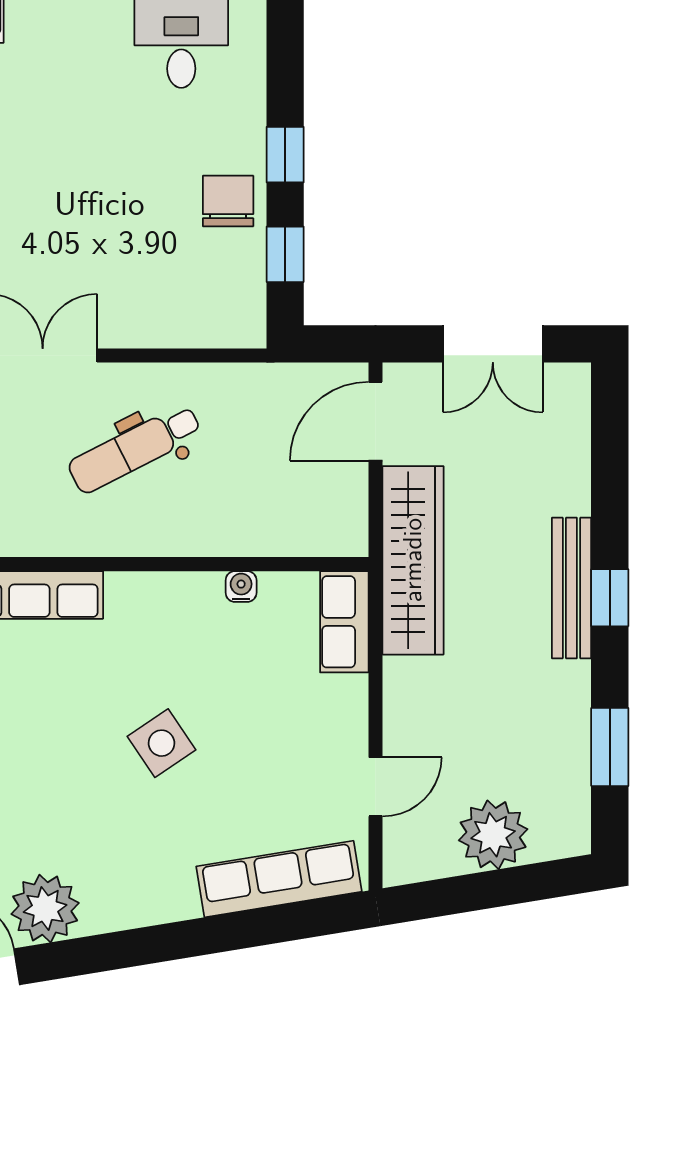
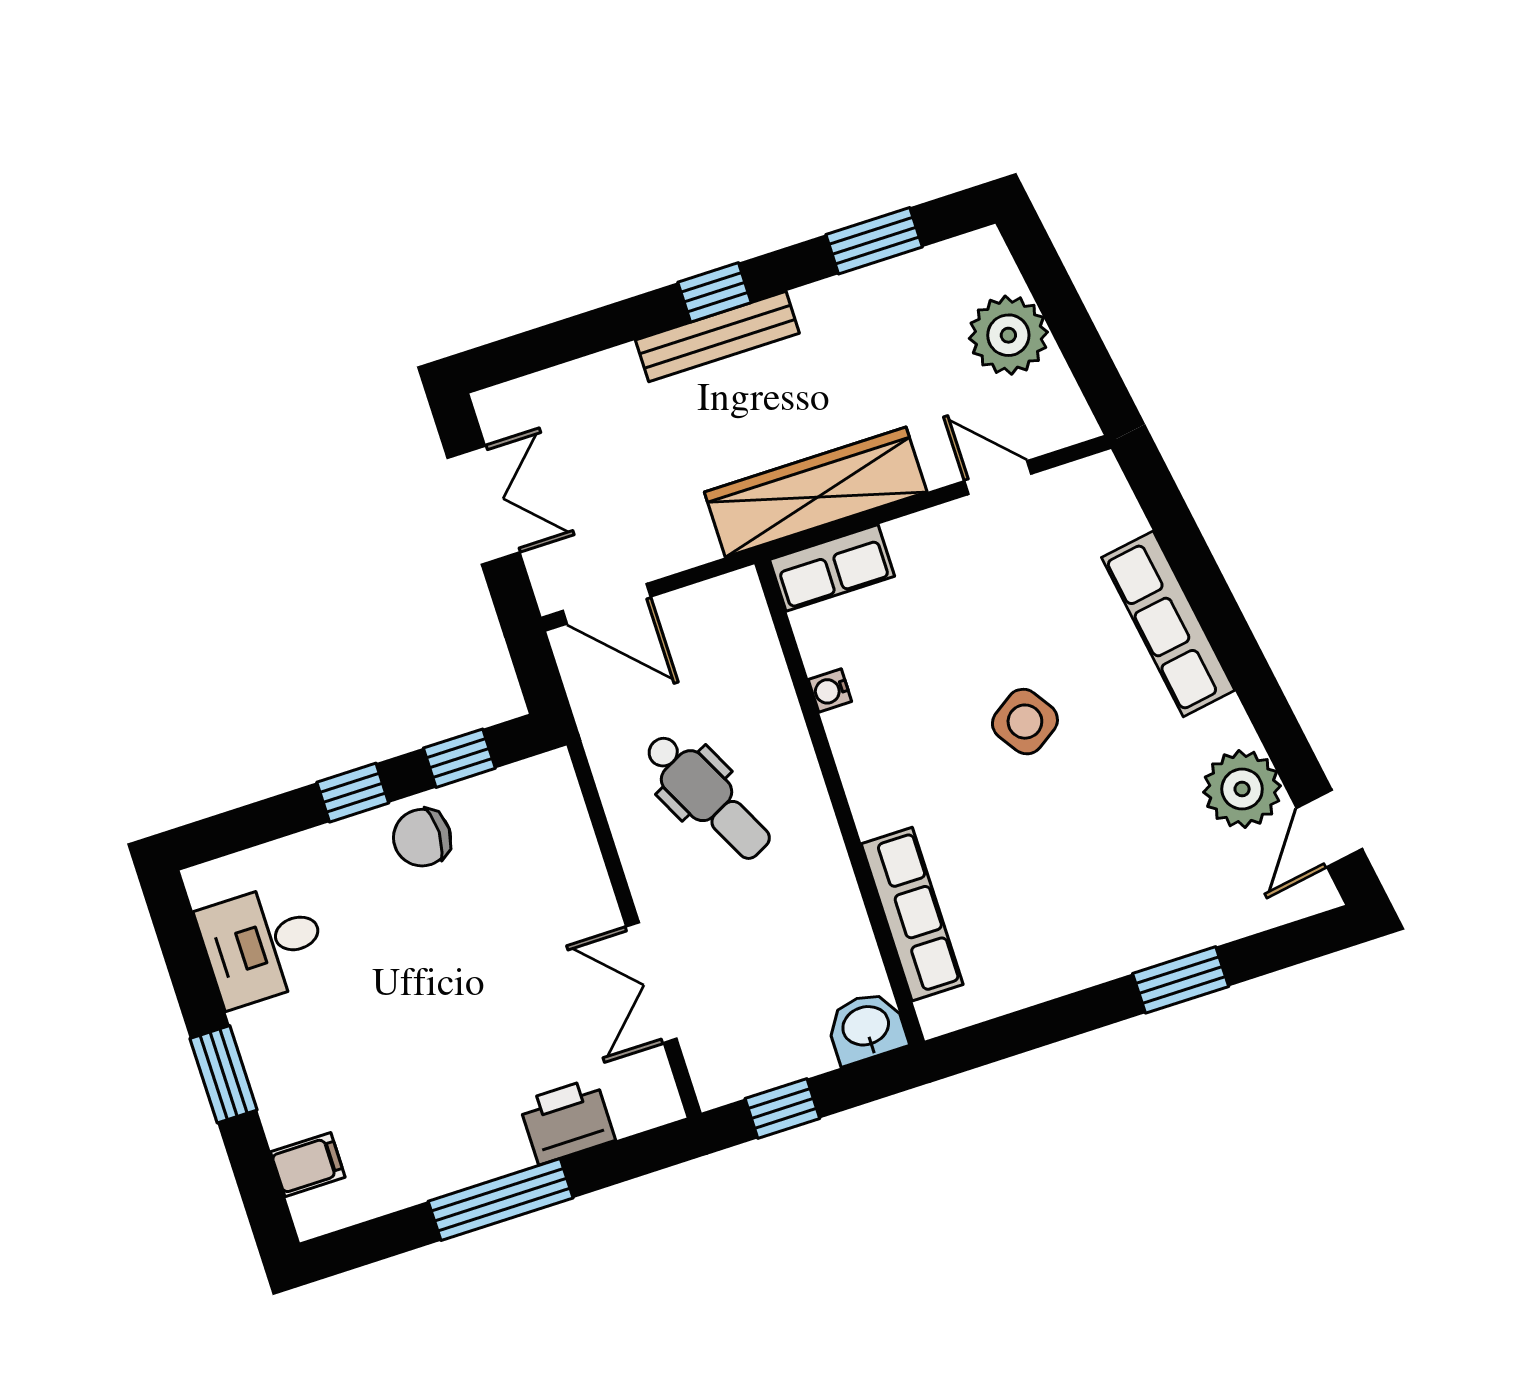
dental chair: (135, 449) -> (707, 796), moved
wardrobe: (413, 560) -> (816, 492), moved
row of seats: (279, 879) -> (1168, 624), moved

